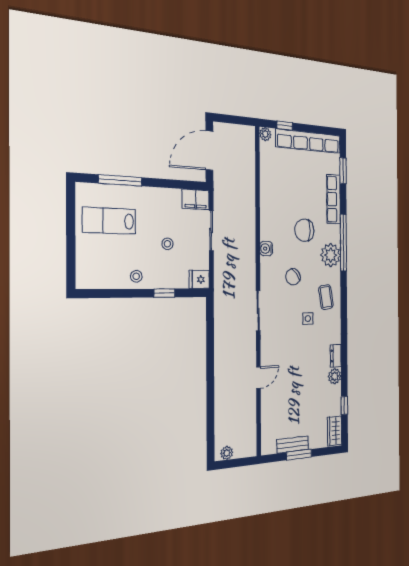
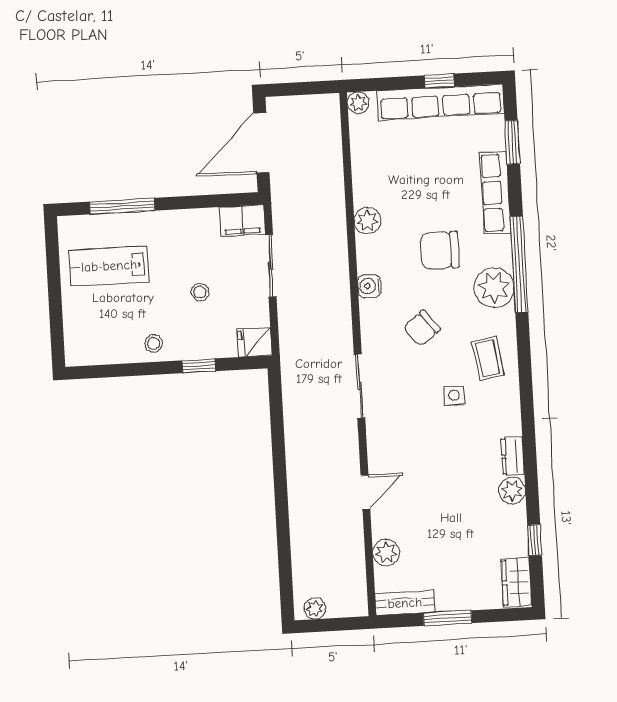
window: (285, 126) -> (439, 81), moved
plant: (267, 208) -> (367, 221), added
plant: (268, 415) -> (386, 553), added
bench: (293, 445) -> (405, 603), moved

